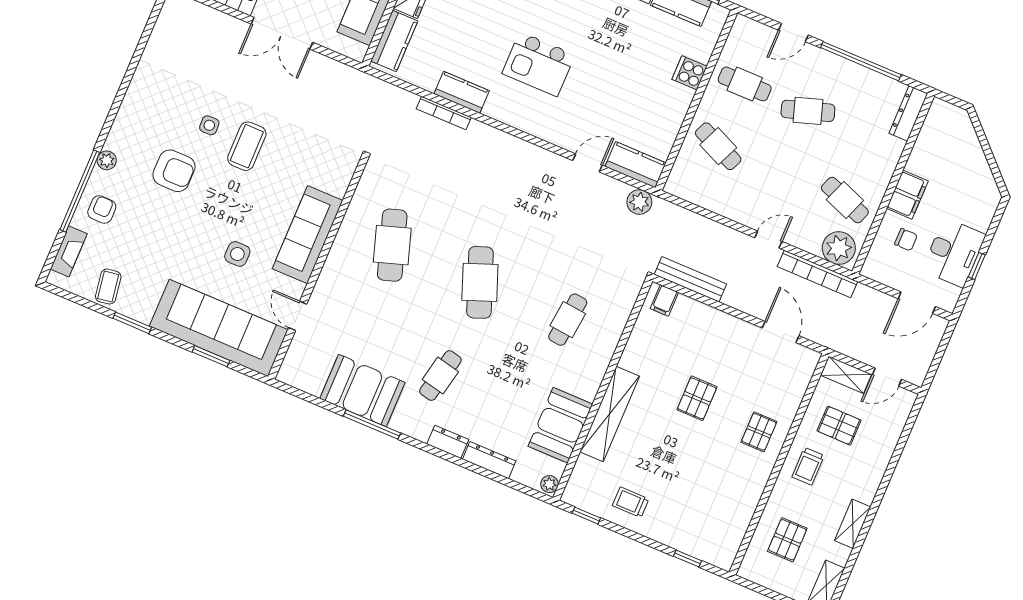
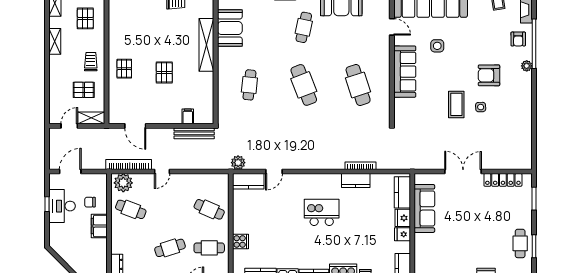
filing cabinet: (664, 300) -> (188, 116), moved

